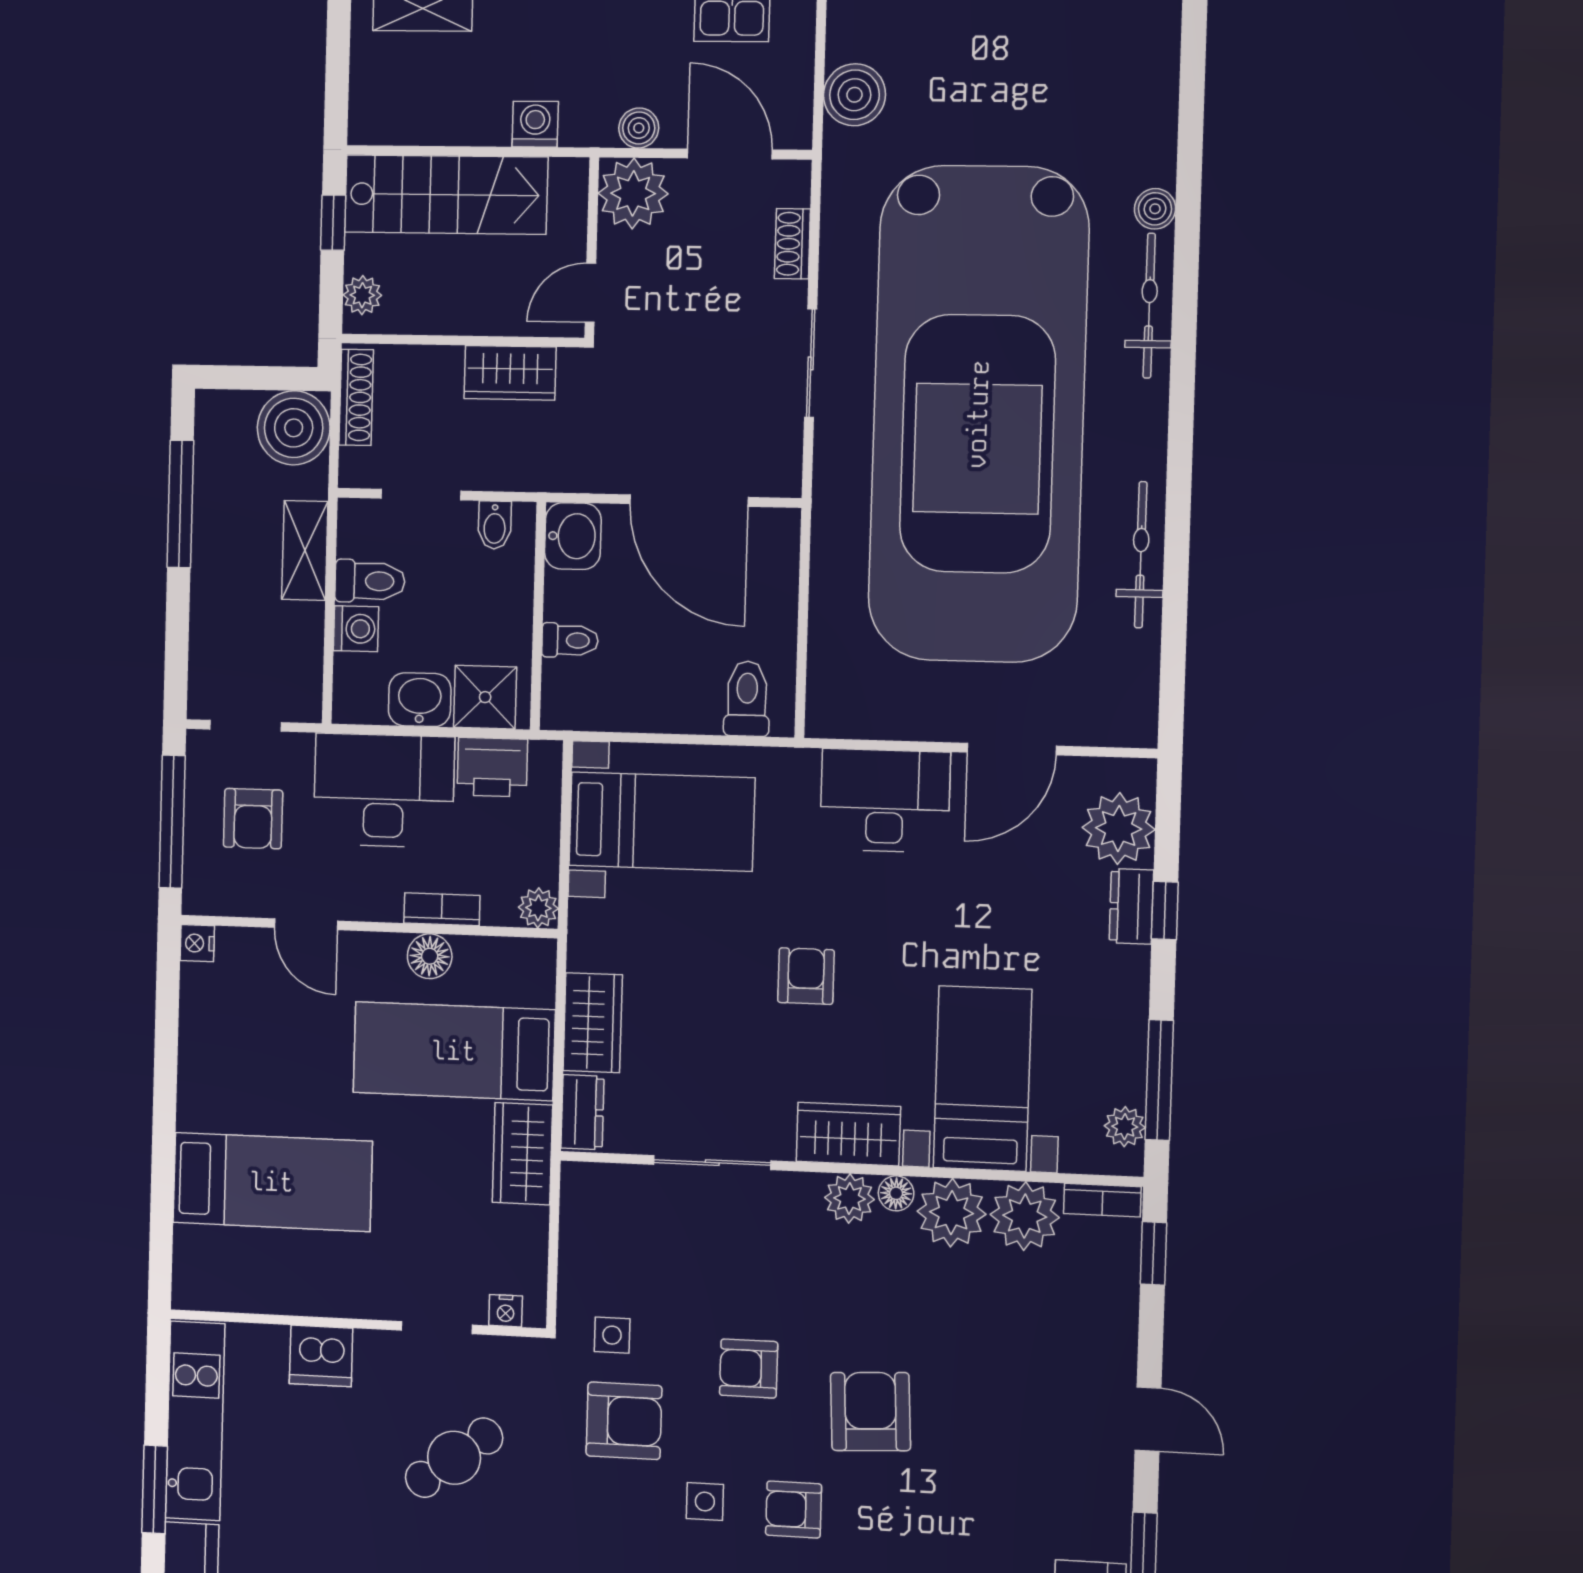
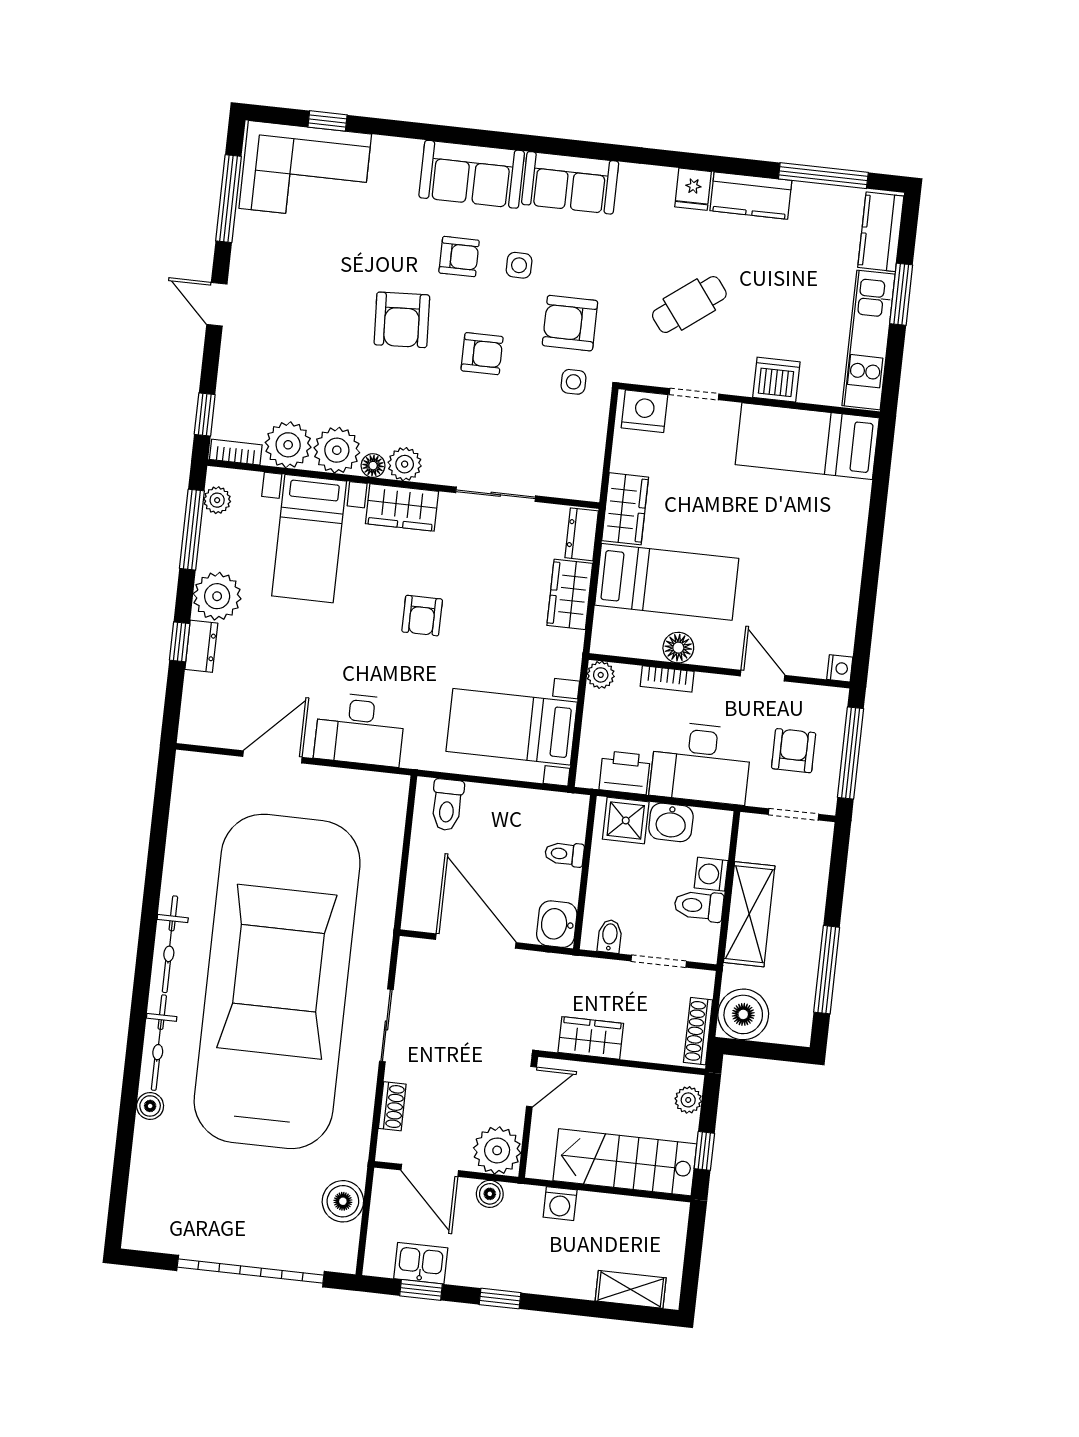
shelving: (305, 550) -> (749, 914), width x1.50, depth x1.33
bicycle: (1141, 555) -> (170, 944), moved
plant: (1119, 828) -> (217, 596), moved
bed: (272, 1182) -> (807, 441), moved
nightstand: (506, 1311) -> (644, 411), width x1.89, depth x1.79

